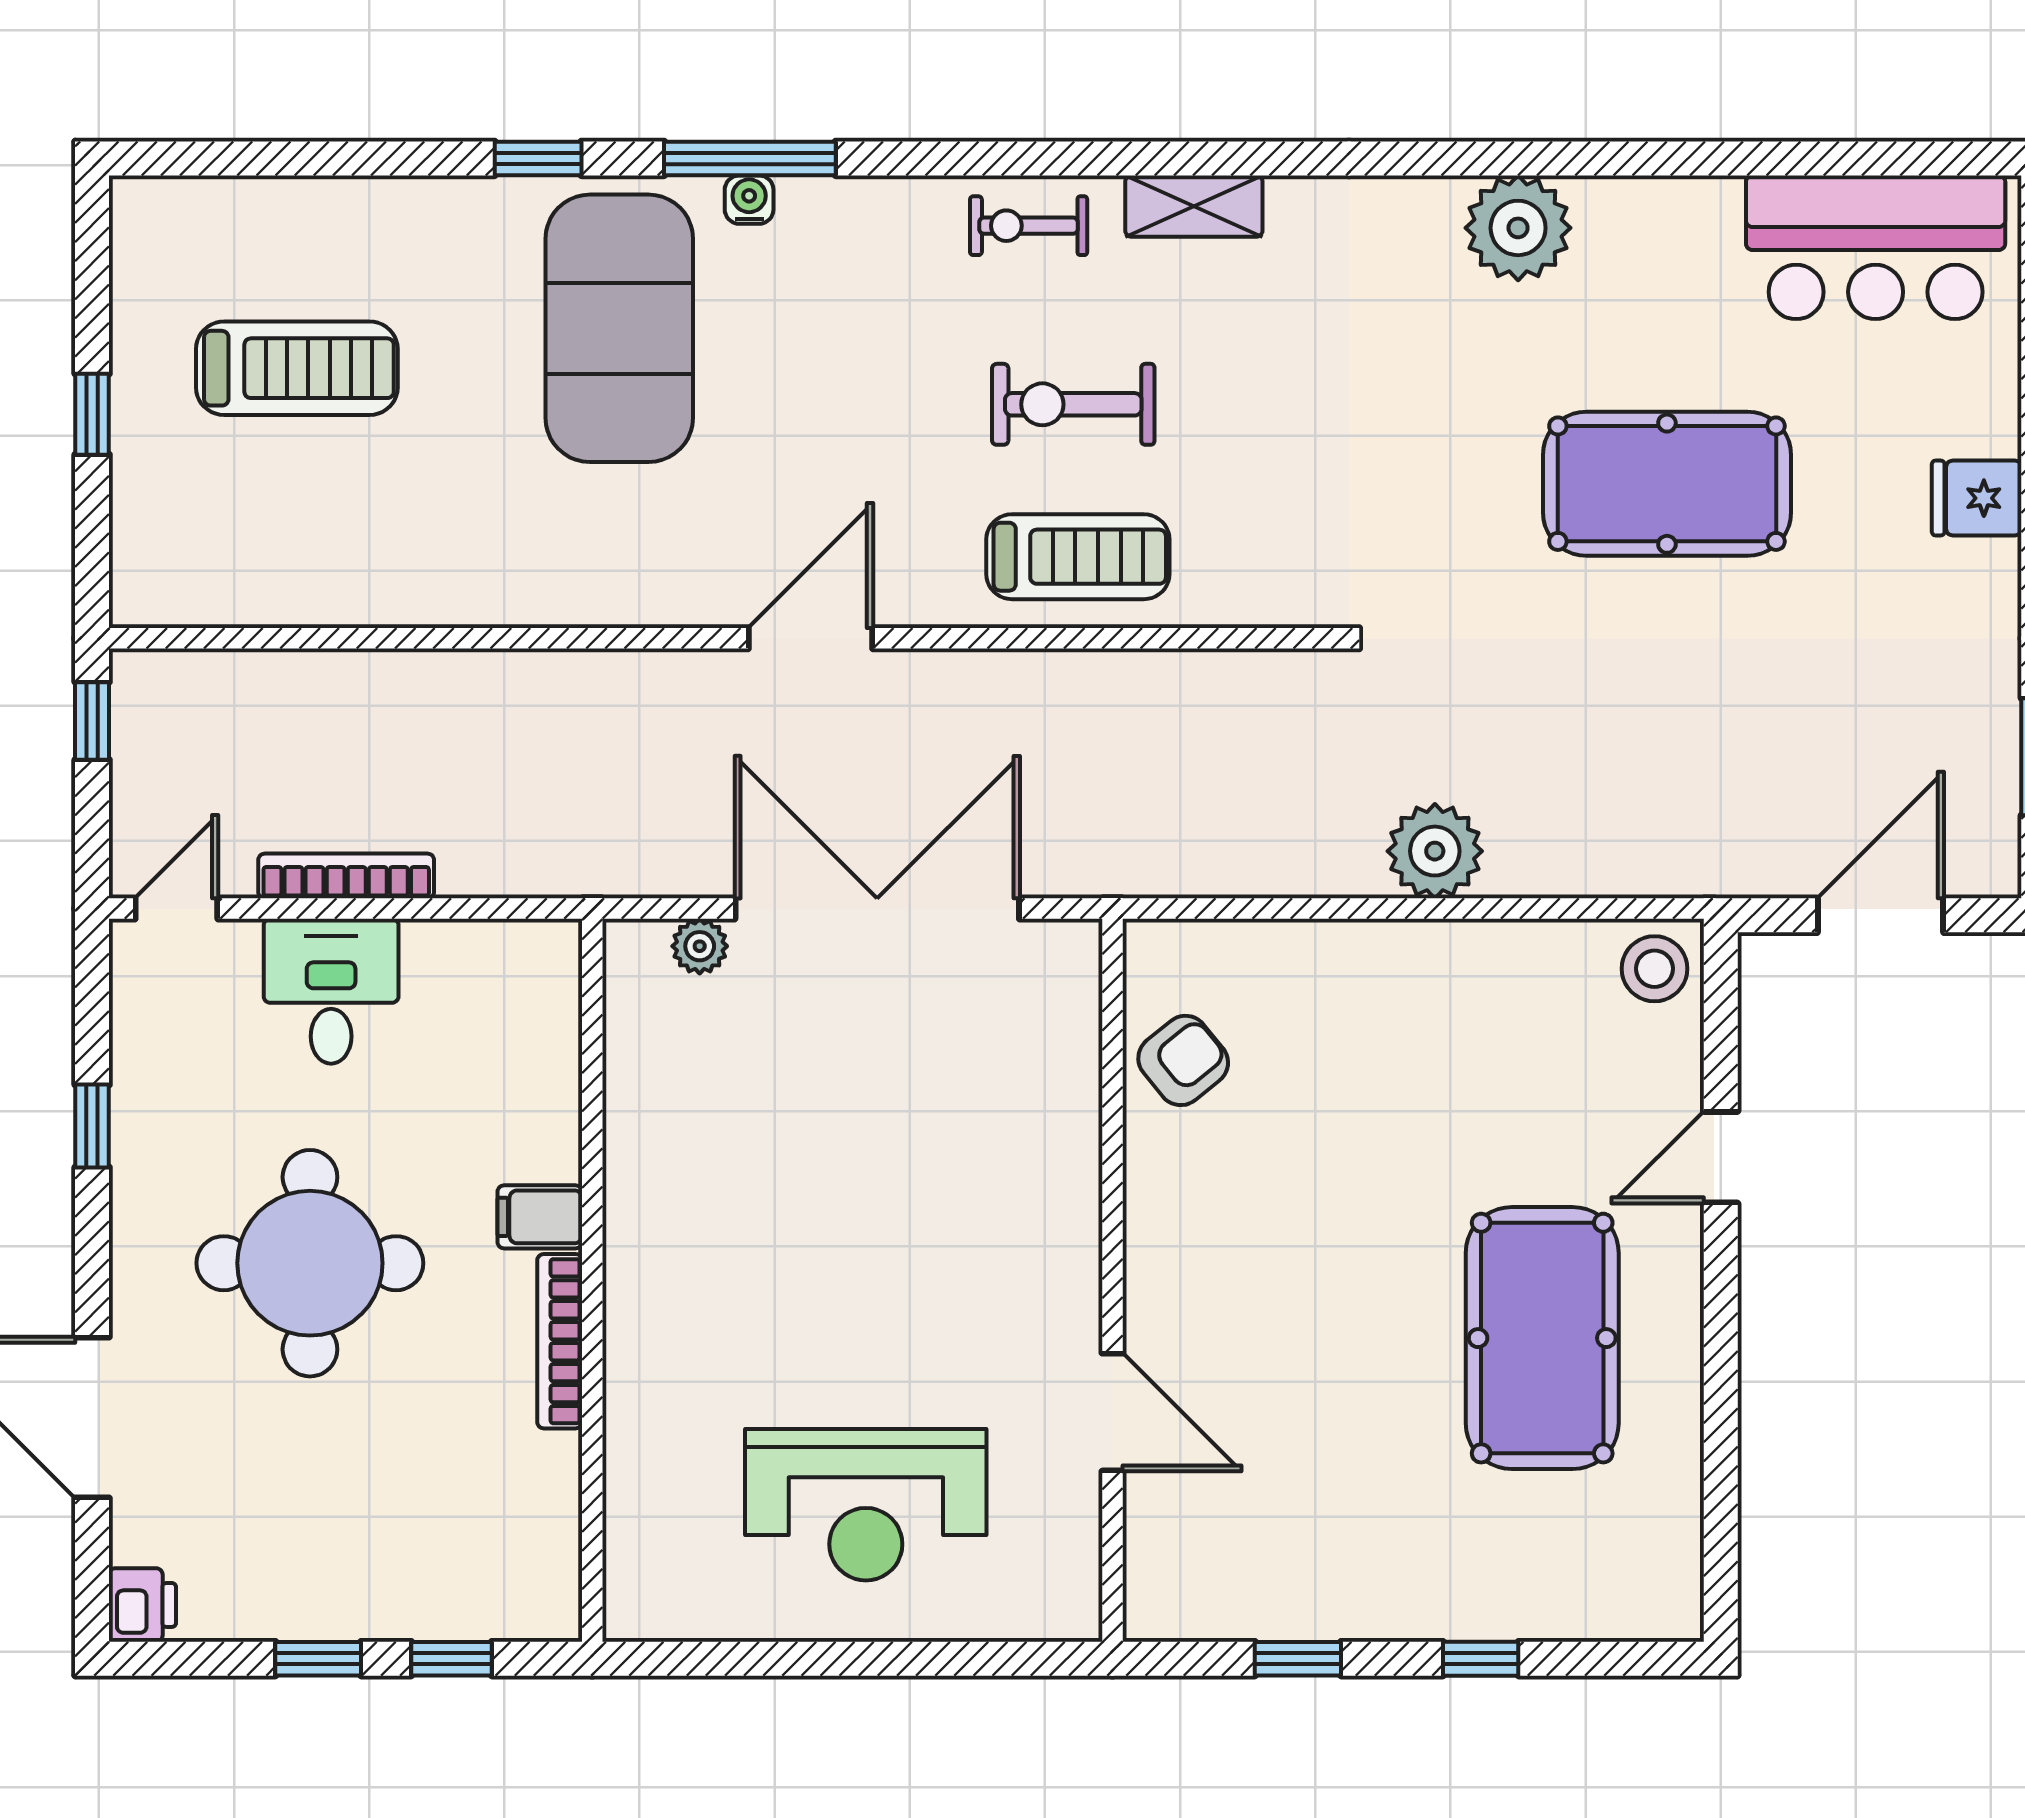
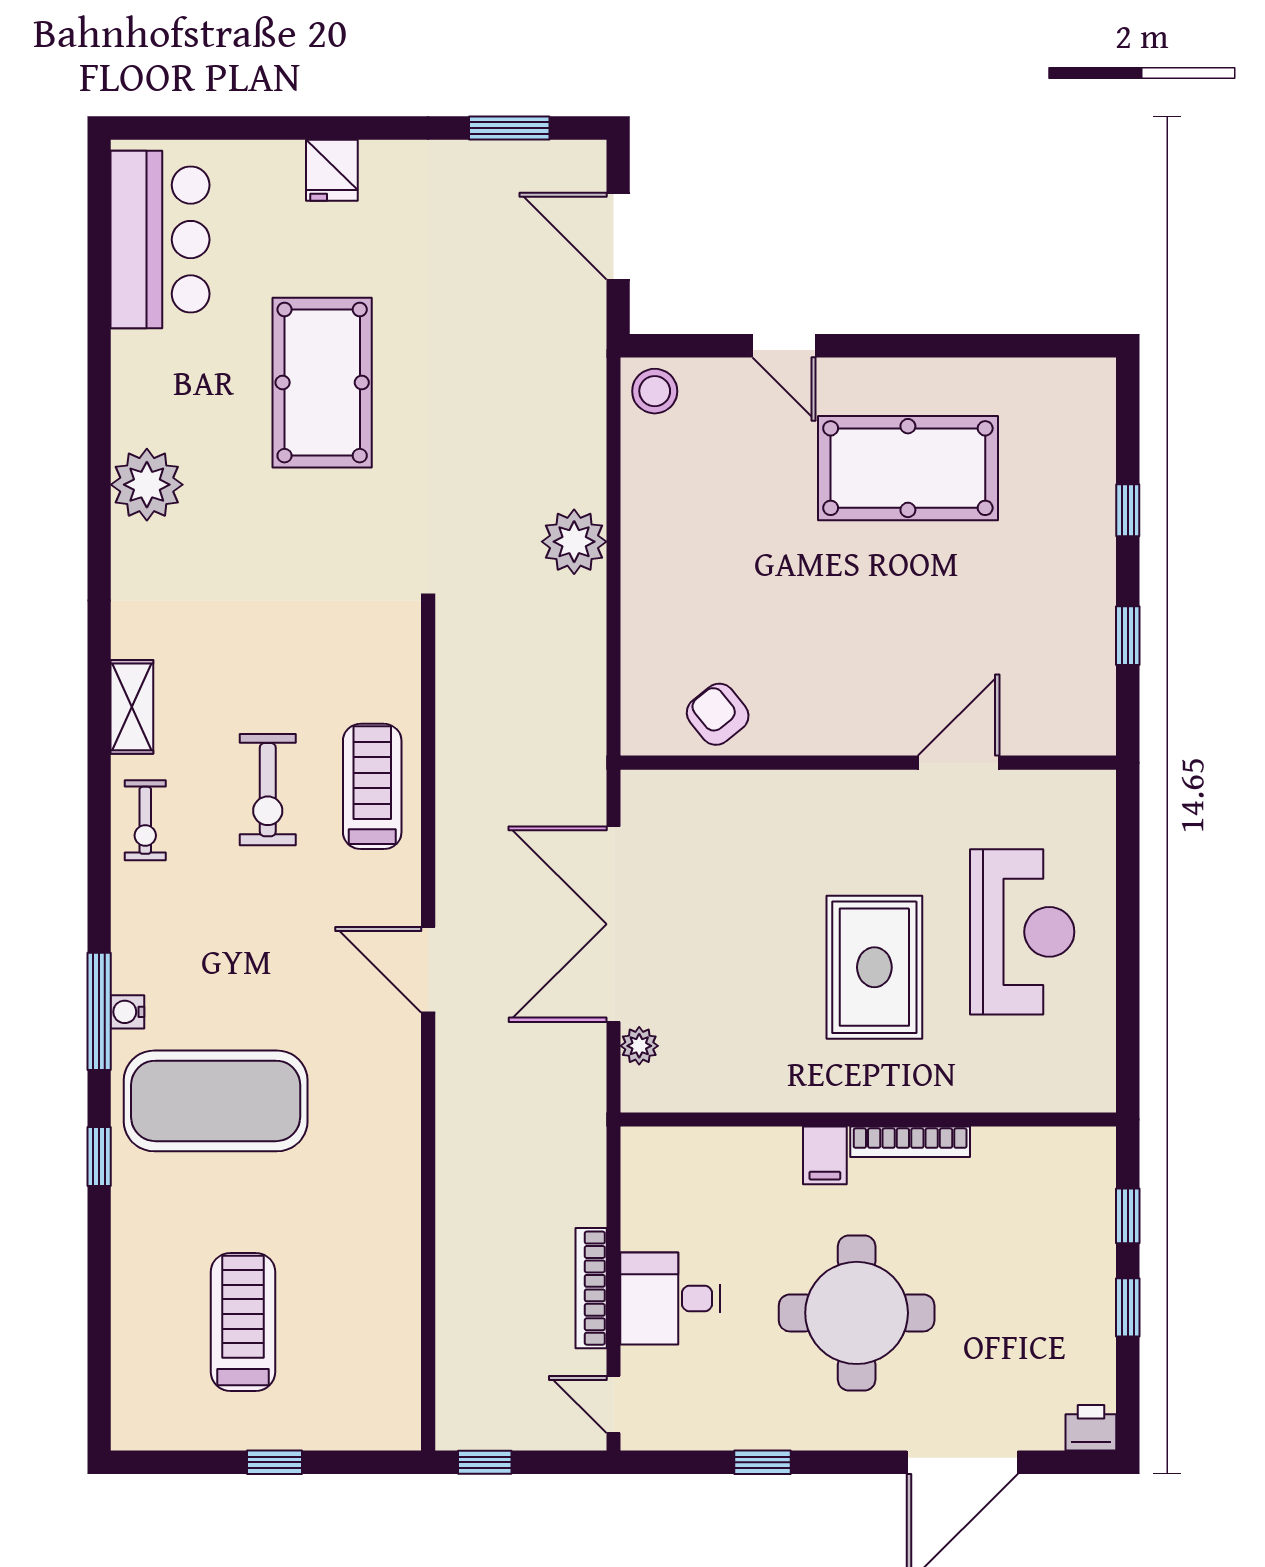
rug: (814, 1289) -> (874, 967), added

